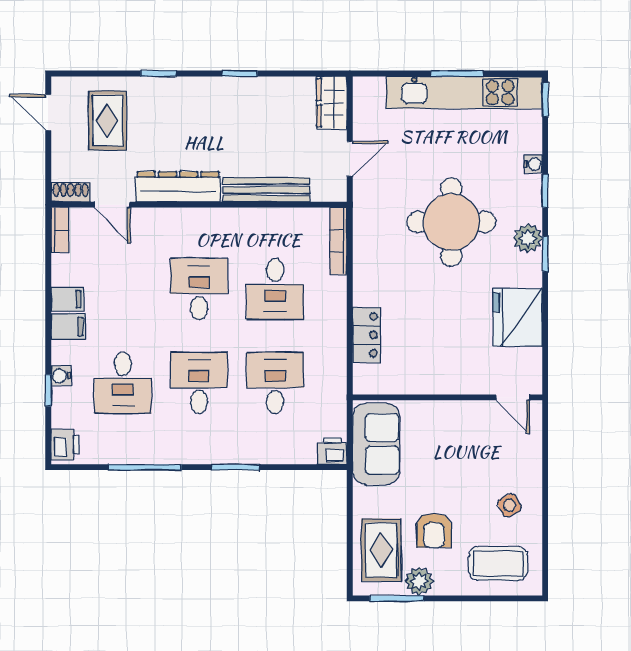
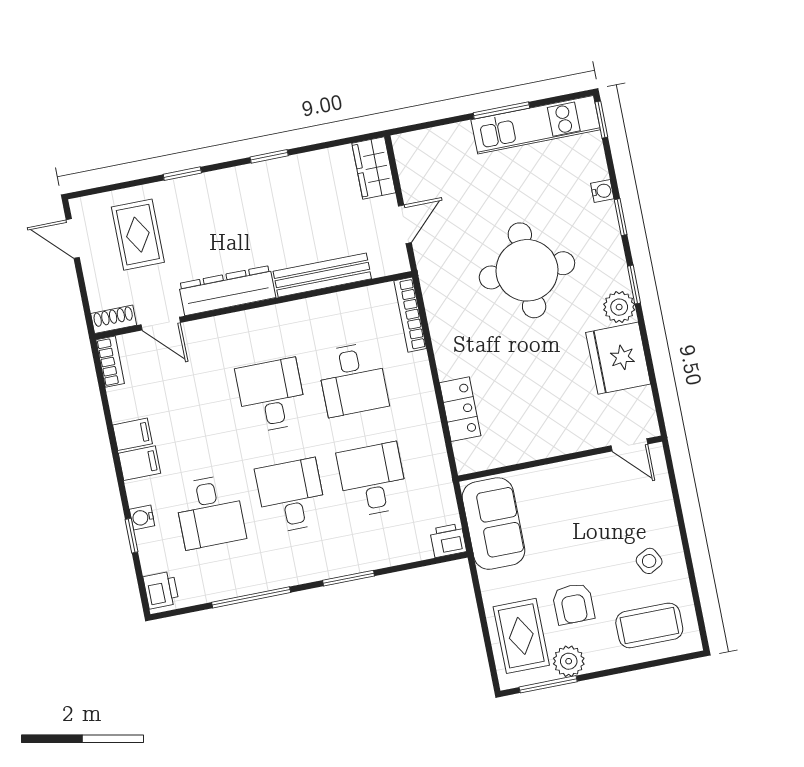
kitchen unit: (464, 92) -> (536, 125), width x0.73
plant: (528, 238) -> (619, 307), moved

